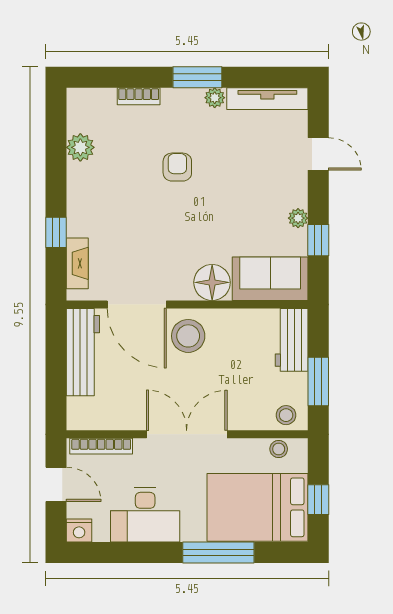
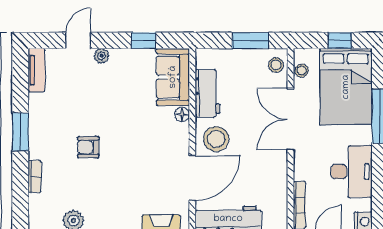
plant: (215, 98) -> (36, 119), removed
tv unit: (267, 99) -> (37, 70), width x0.71
plant: (298, 218) -> (102, 56), moved
floor lamp: (212, 282) -> (182, 114), width x0.53, depth x0.53
workbench: (292, 340) -> (208, 93), moved, turned -90
double door: (187, 434) -> (291, 119), moved

